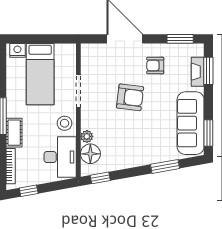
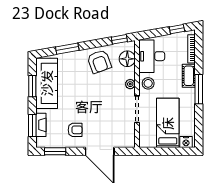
armchair: (130, 97) -> (99, 62), moved, turned -117
window: (208, 133) -> (32, 86), moved
plant: (87, 136) -> (130, 84), moved

